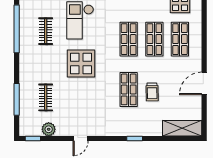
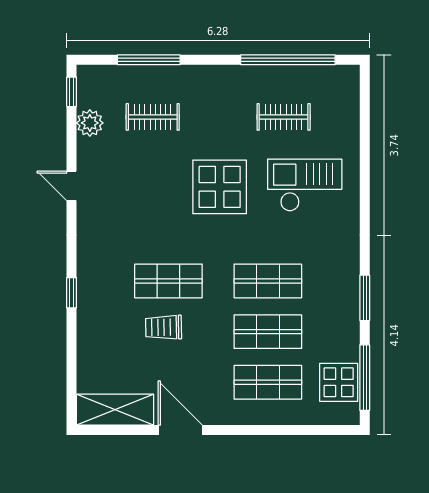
shelving: (182, 128) -> (115, 410), moved, turned 90

